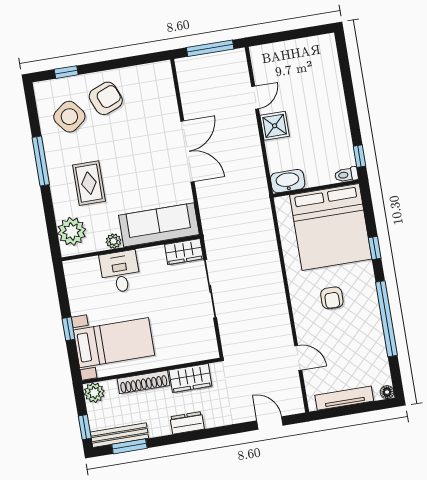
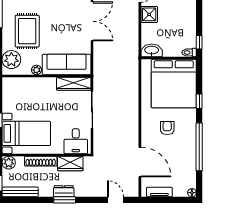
rug: (89, 183) -> (27, 31), width x1.36, depth x1.43
wardrobe: (184, 252) -> (74, 84), width x1.50
desk: (120, 272) -> (76, 141), moved, turned 180
armchair: (332, 298) -> (167, 128), turned 180
door: (298, 358) -> (140, 162), width x1.88
tv unit: (344, 398) -> (159, 192), width x0.71
window: (129, 446) -> (65, 200), moved

